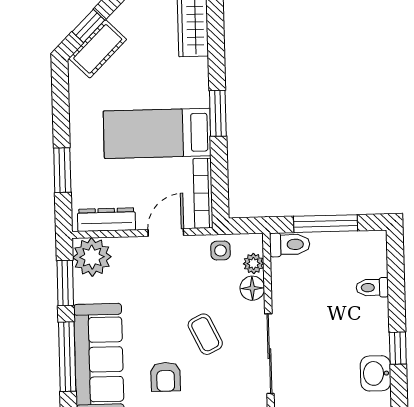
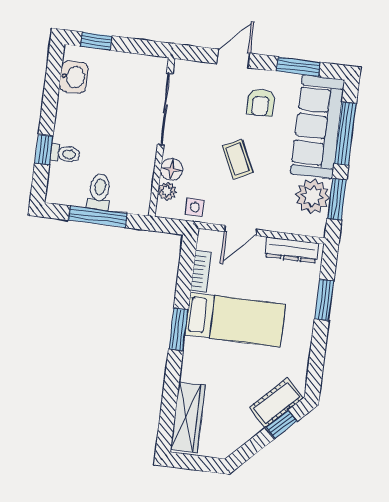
bookcase: (203, 193) -> (201, 272), width x0.64
toilet: (290, 245) -> (99, 192), moved, turned 90
plant: (92, 257) -> (313, 196), moved
coffee table: (205, 334) -> (238, 159), moved
window: (398, 348) -> (44, 150), moved
armchair: (166, 377) -> (261, 102), turned 180

